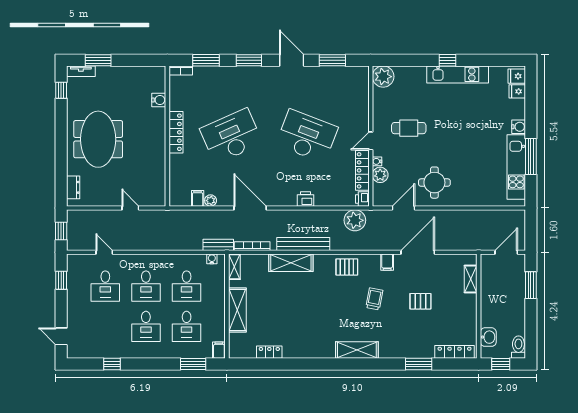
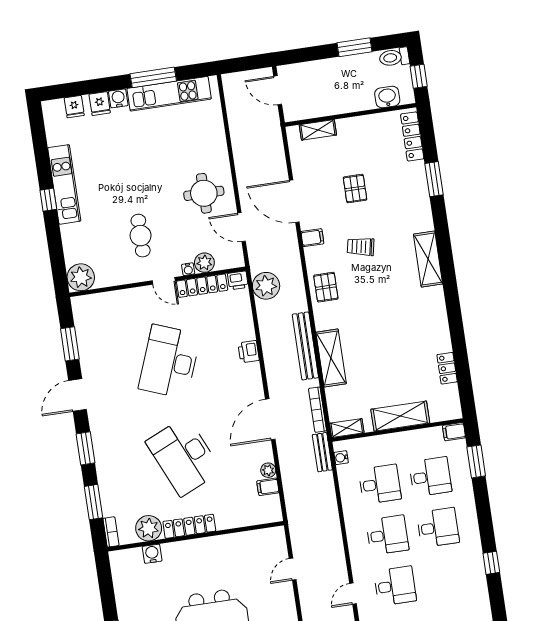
fridge: (517, 76) -> (100, 104), moved
plant: (179, 100) -> (149, 528), added
window: (531, 285) -> (355, 47), moved

